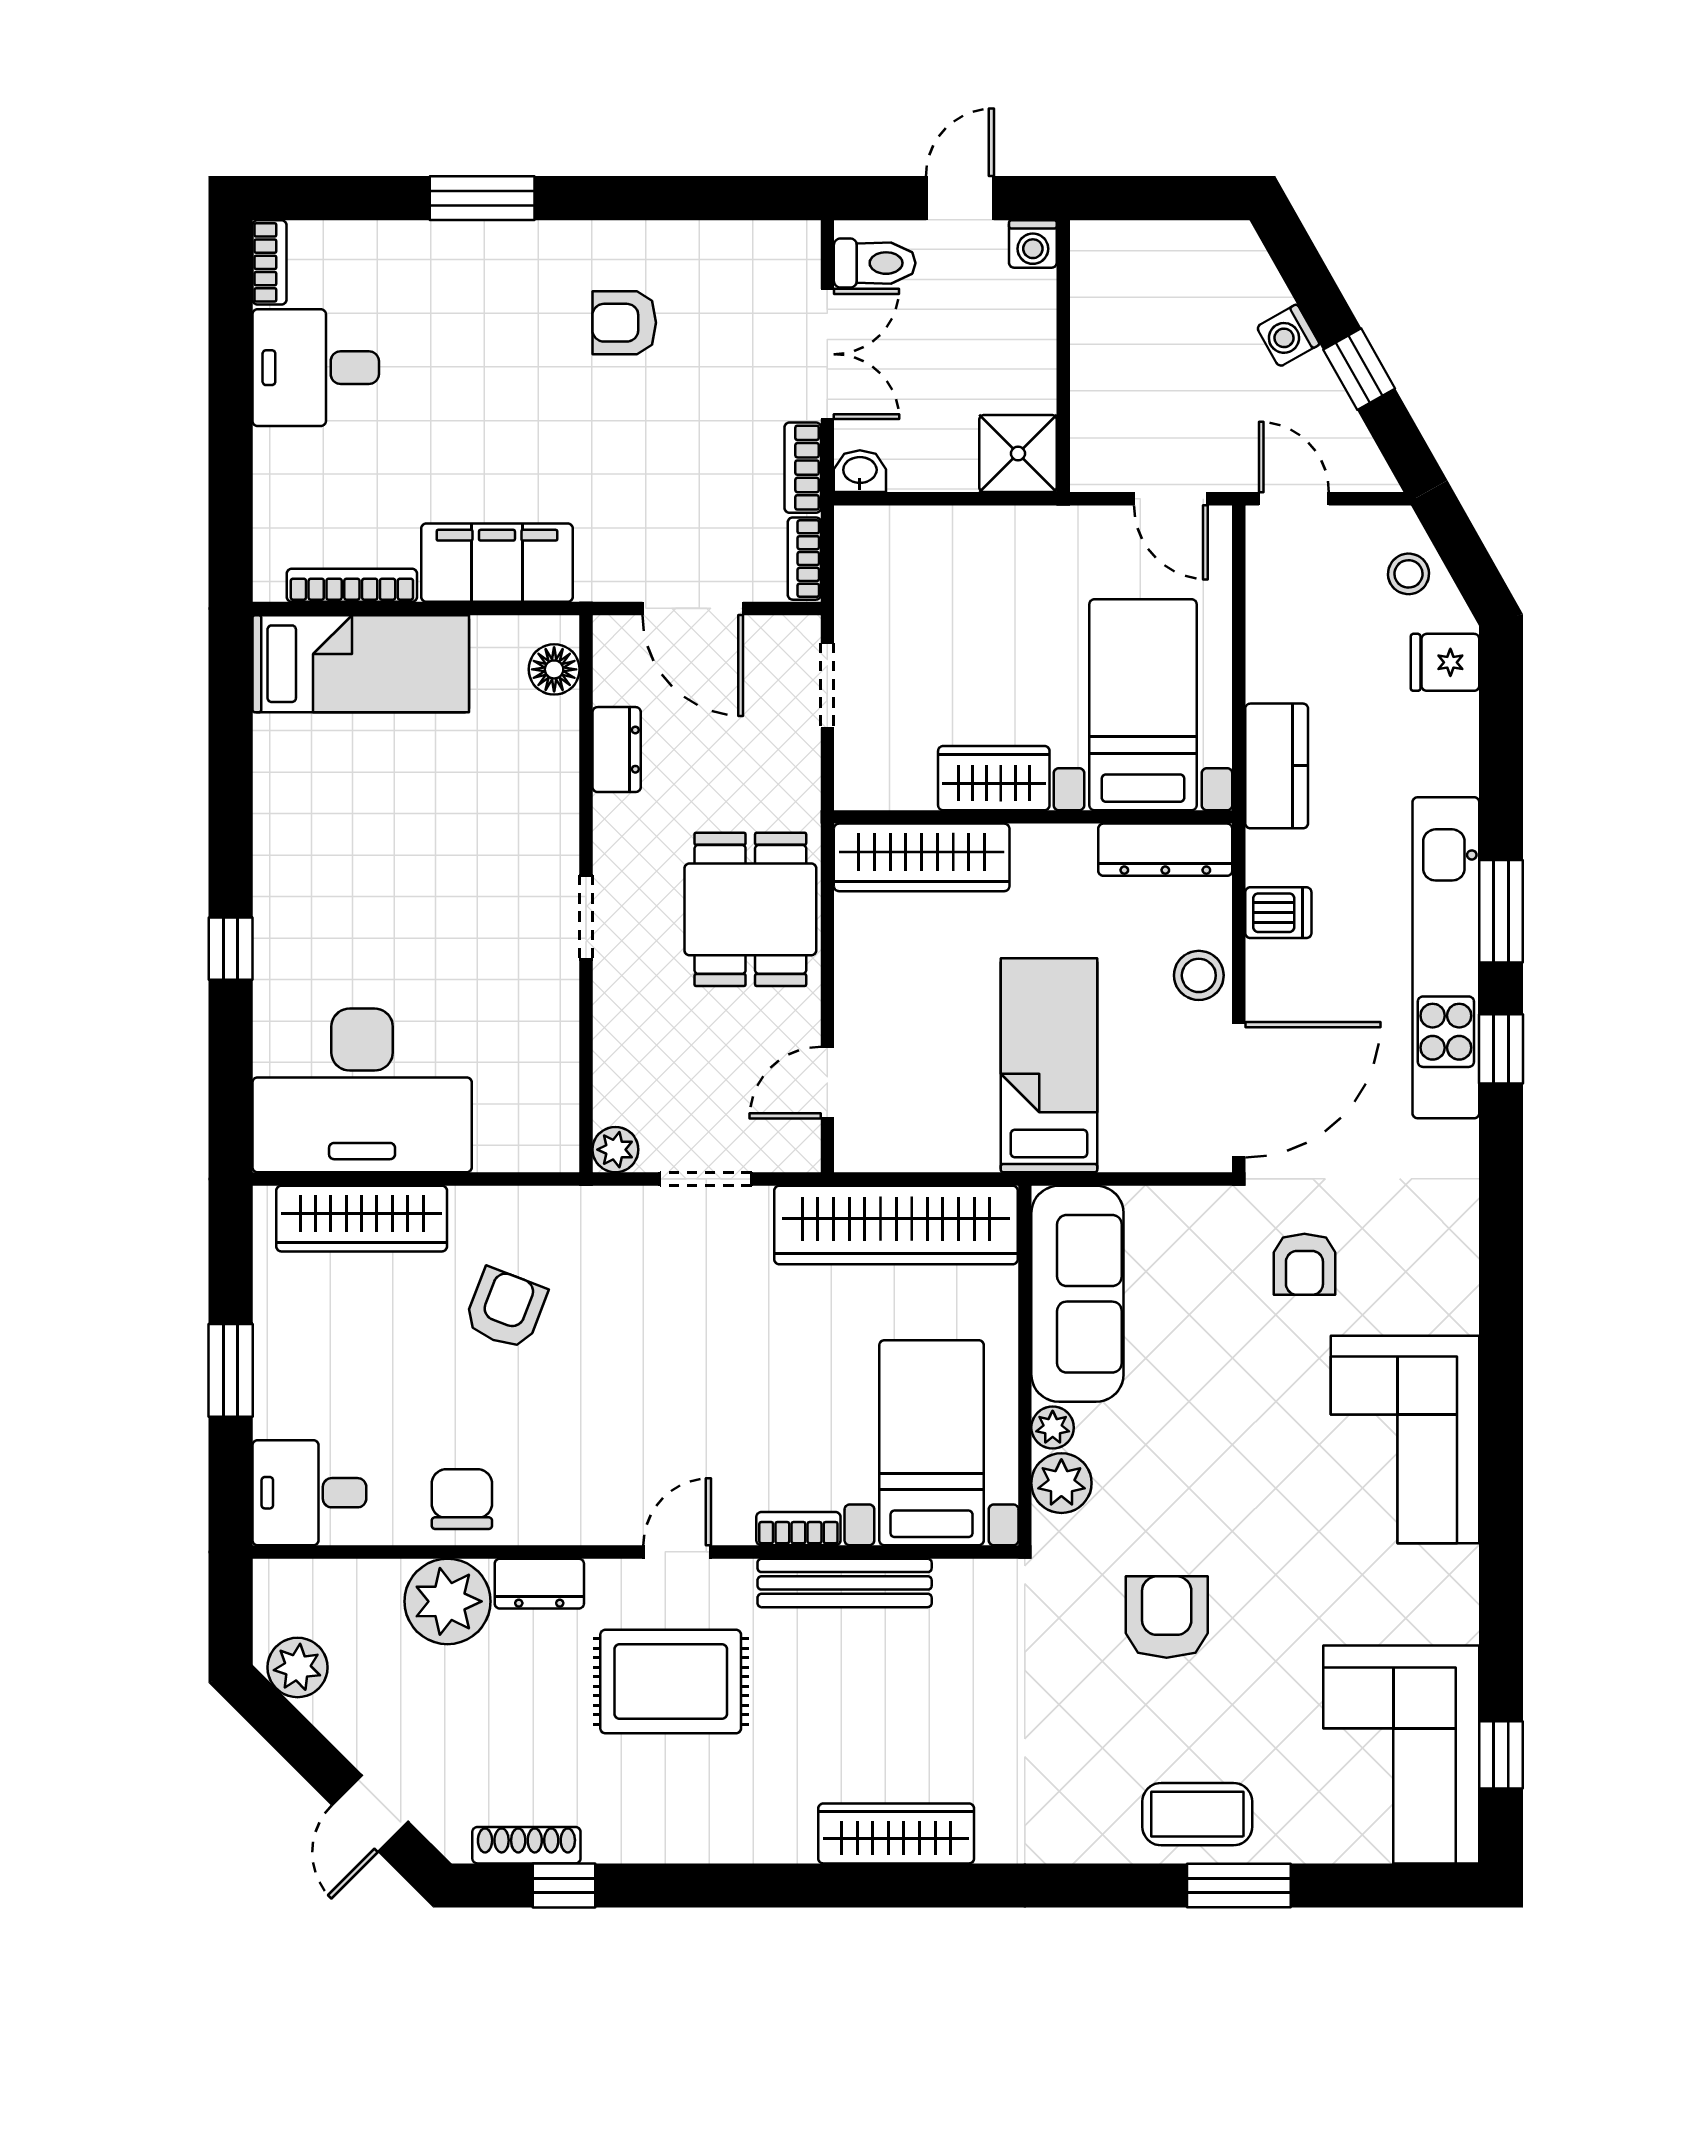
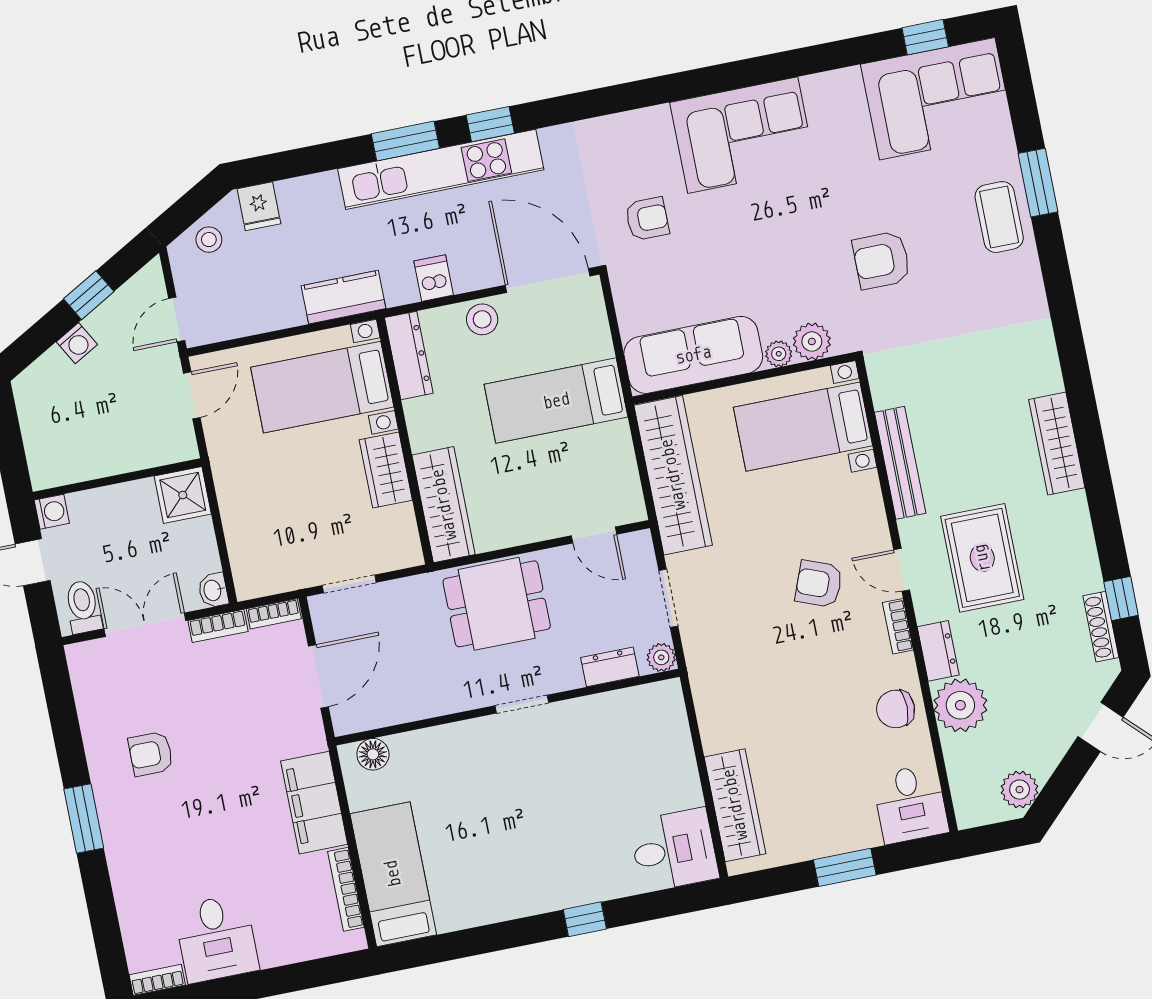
window: (482, 198) -> (84, 818), moved
armchair: (624, 323) -> (151, 754), turned 90
dresser: (617, 750) -> (610, 667), moved
desk: (362, 1090) -> (674, 850), width x0.53, depth x0.77
armchair: (505, 1309) -> (819, 584), moved
bookcase: (798, 1529) -> (898, 626), moved
wardrobe: (896, 1833) -> (1057, 444), moved

